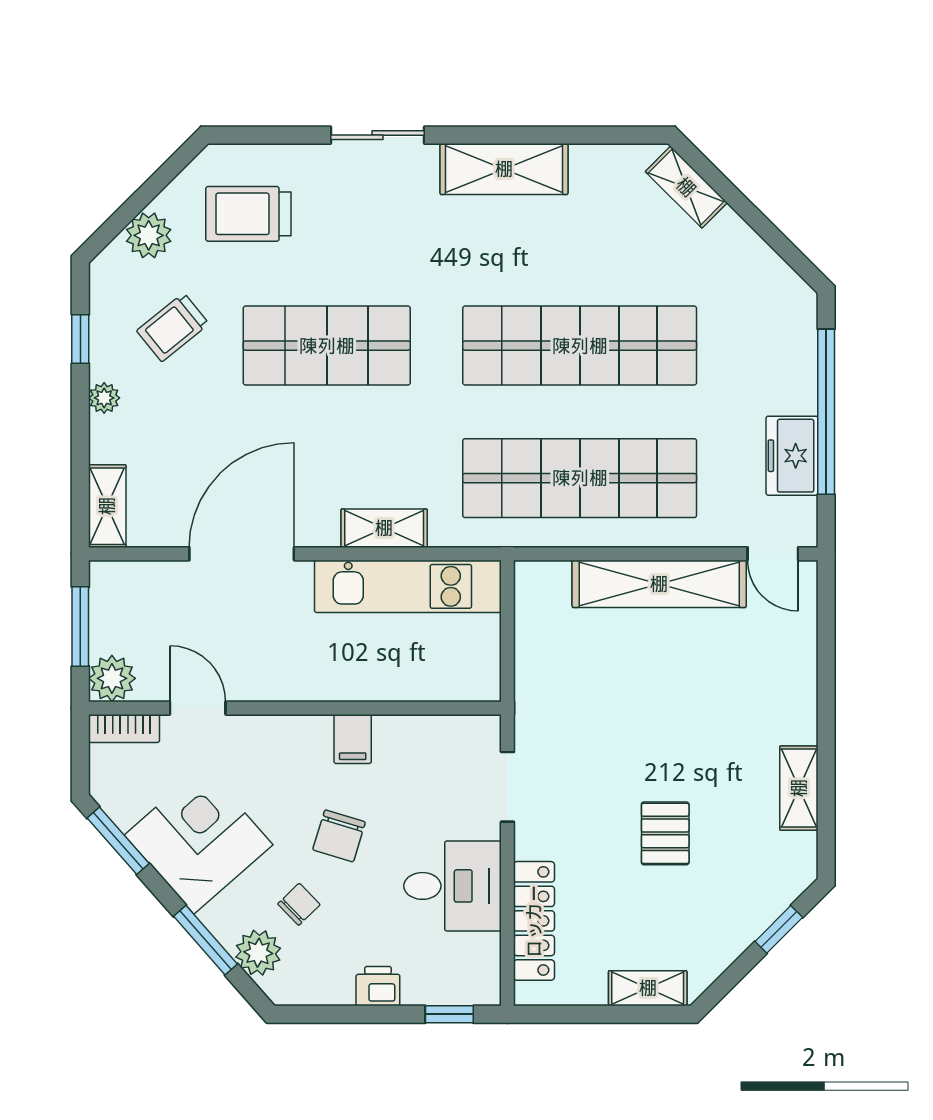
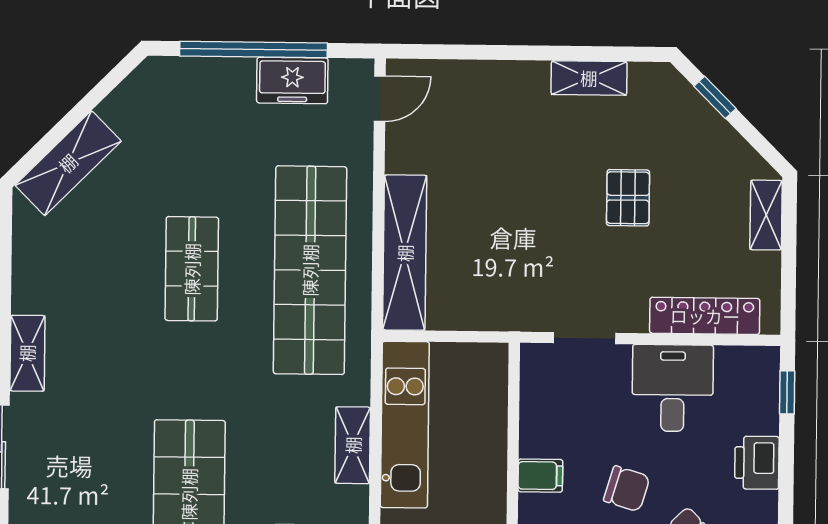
shelving: (504, 169) -> (27, 353), width x0.67, depth x0.75
shelving: (686, 187) -> (68, 163), width x1.50, depth x1.33
shop shelf: (580, 346) -> (192, 269), width x0.50, depth x0.74
shelving: (659, 584) -> (405, 253), moved
pallet: (665, 833) -> (628, 198), turned 90
printer: (378, 986) -> (757, 463), width x1.36, depth x1.24

